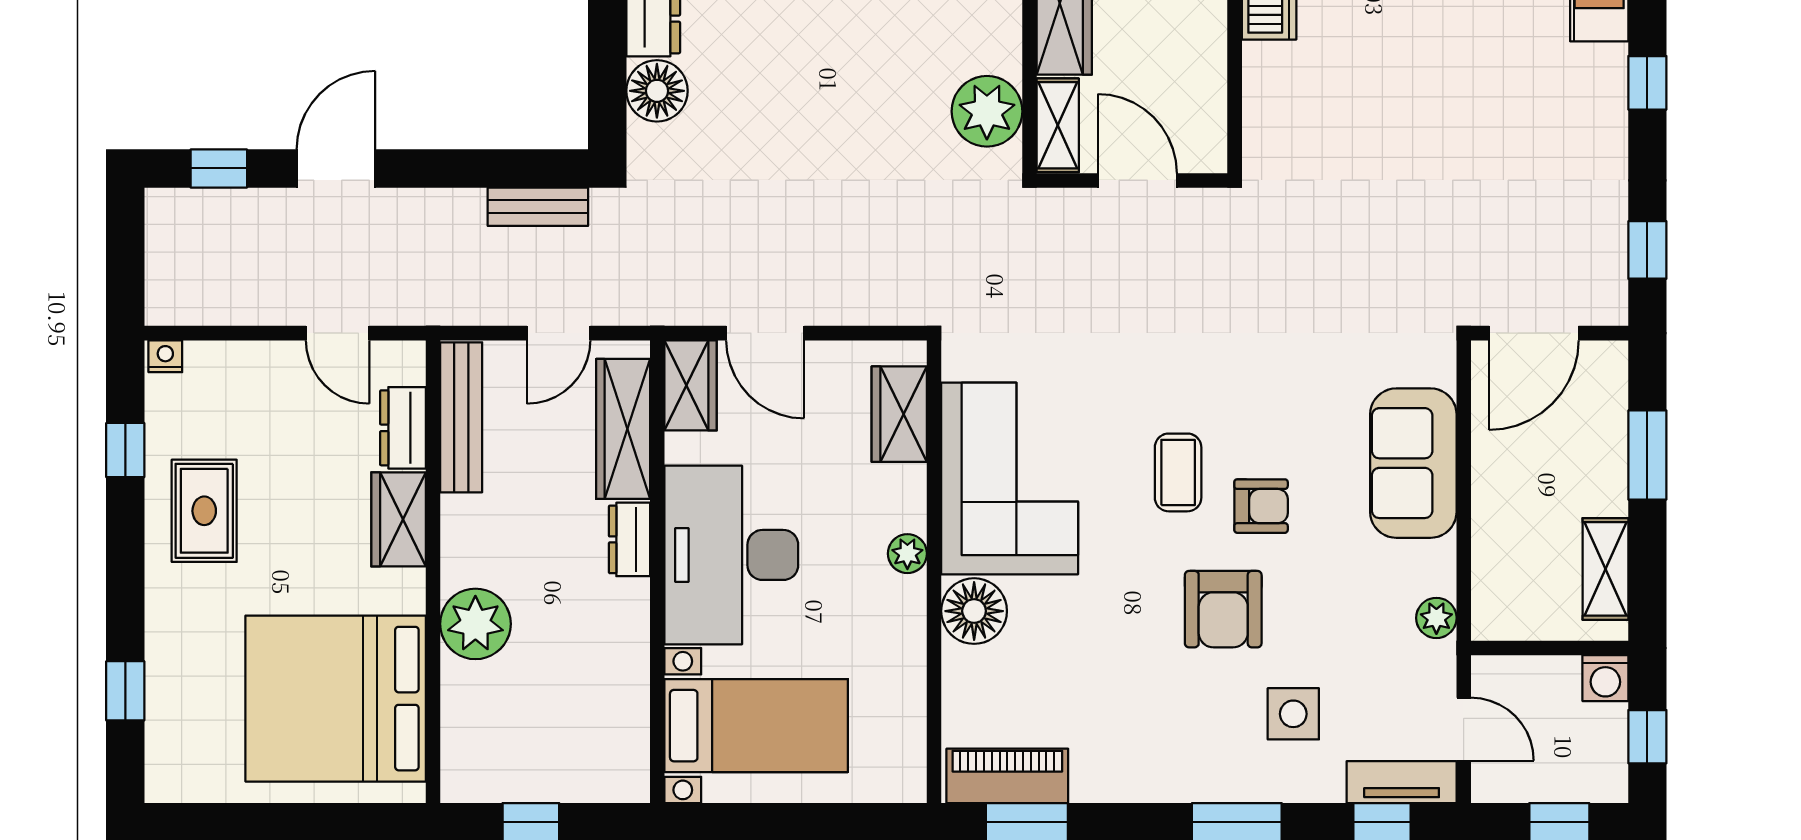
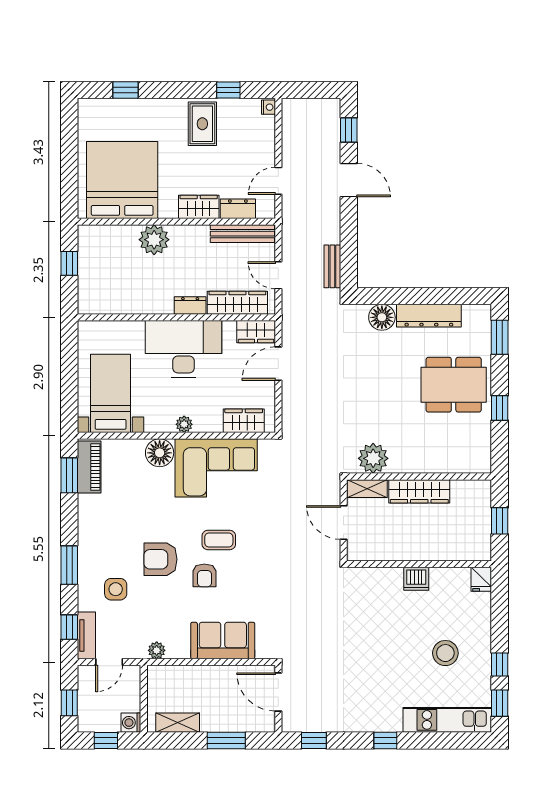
door: (1137, 180) -> (344, 522), swing flipped
rug: (204, 511) -> (202, 124), turned 90
bed with nightstands: (756, 726) -> (111, 393), moved, turned 180

